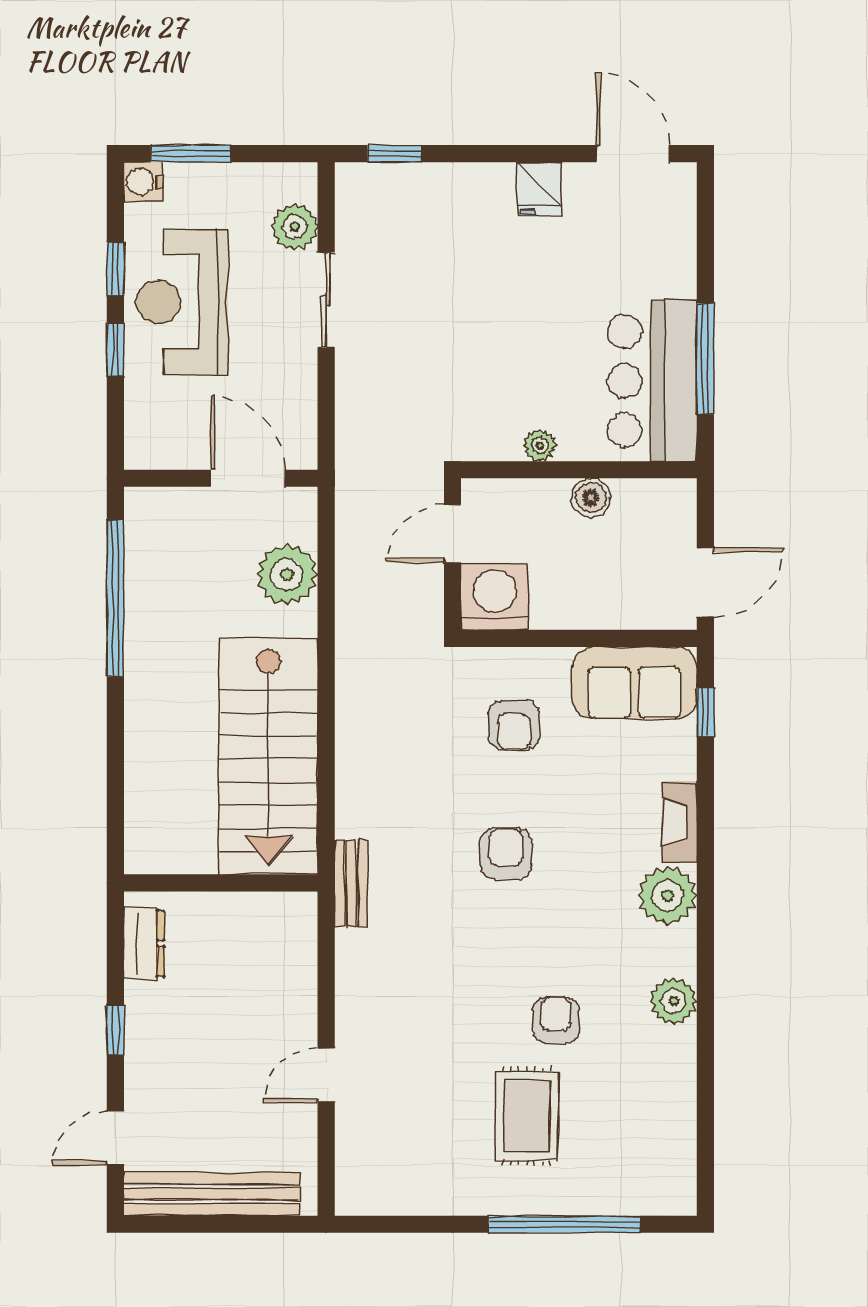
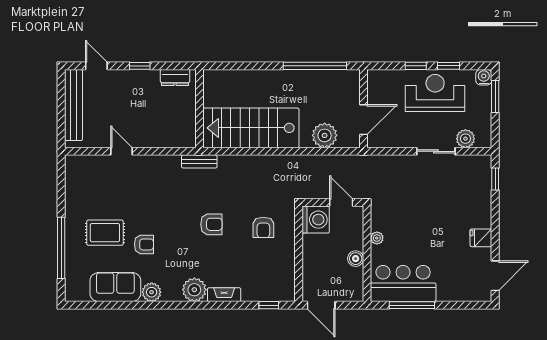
sofa: (634, 683) -> (115, 287), moved, turned 90
armchair: (514, 725) -> (263, 227), turned -90

